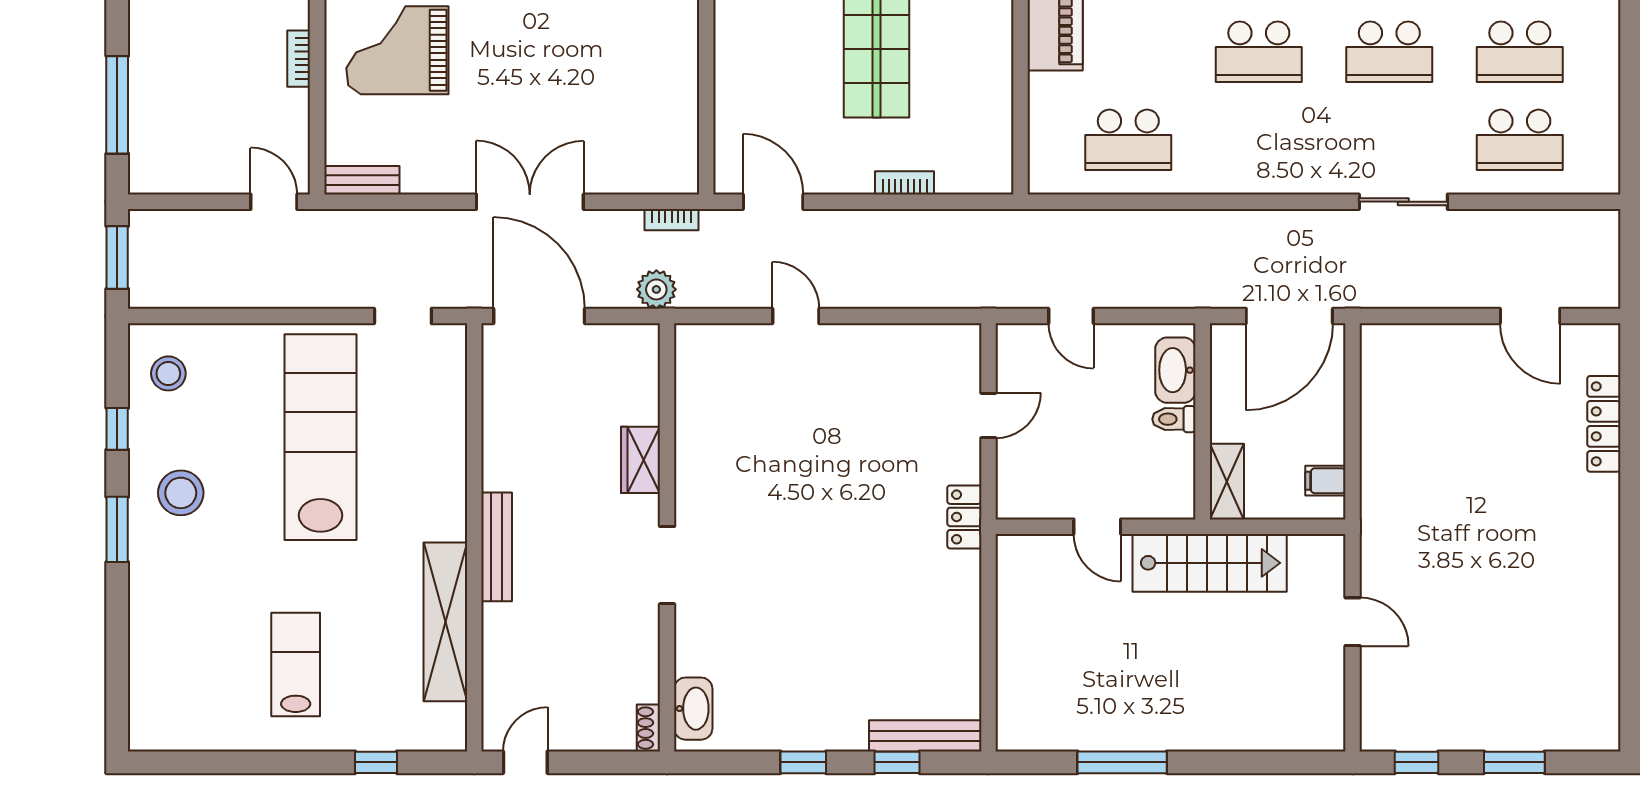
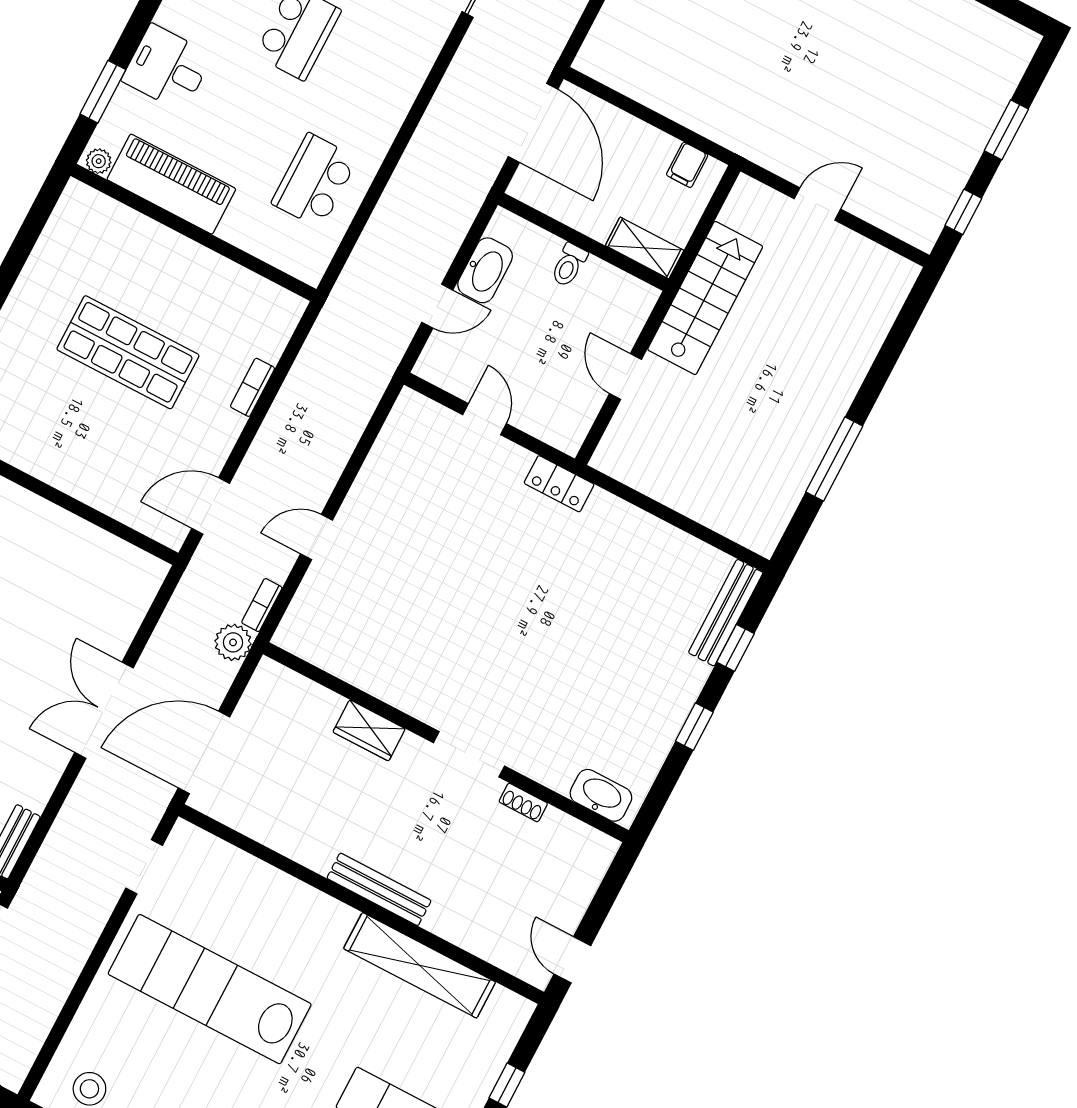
school desk: (1128, 140) -> (315, 181), turned 180
bookcase: (672, 220) -> (262, 605), moved, turned 180
washbasin: (1175, 370) -> (485, 270), moved, turned -90
door: (1097, 527) -> (626, 377), swing flipped
shoe rack: (648, 728) -> (523, 803), moved

